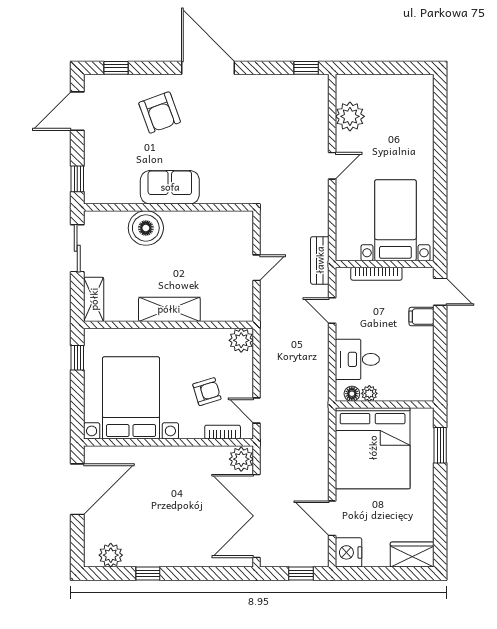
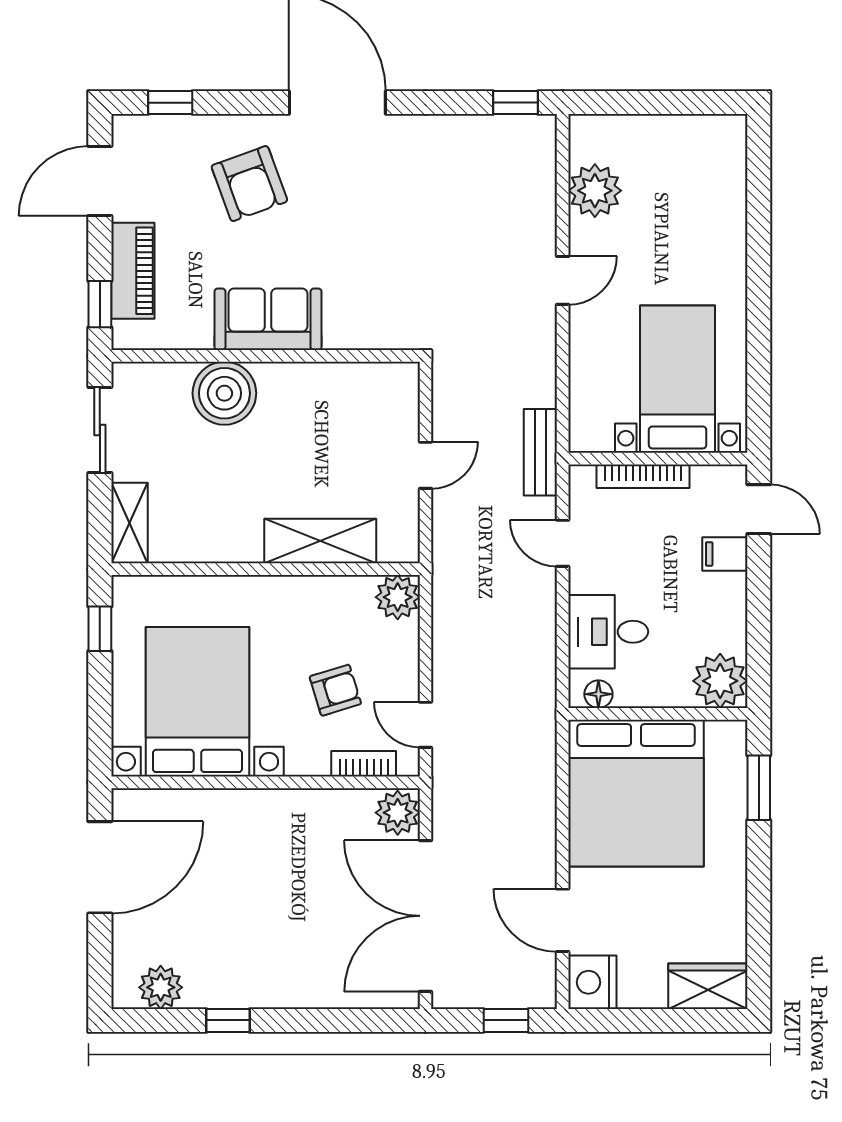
piano: (95, 161) -> (133, 271), added
shelving: (169, 309) -> (320, 541), moved
plant: (369, 393) -> (720, 681), moved, width x1.88, depth x1.88

